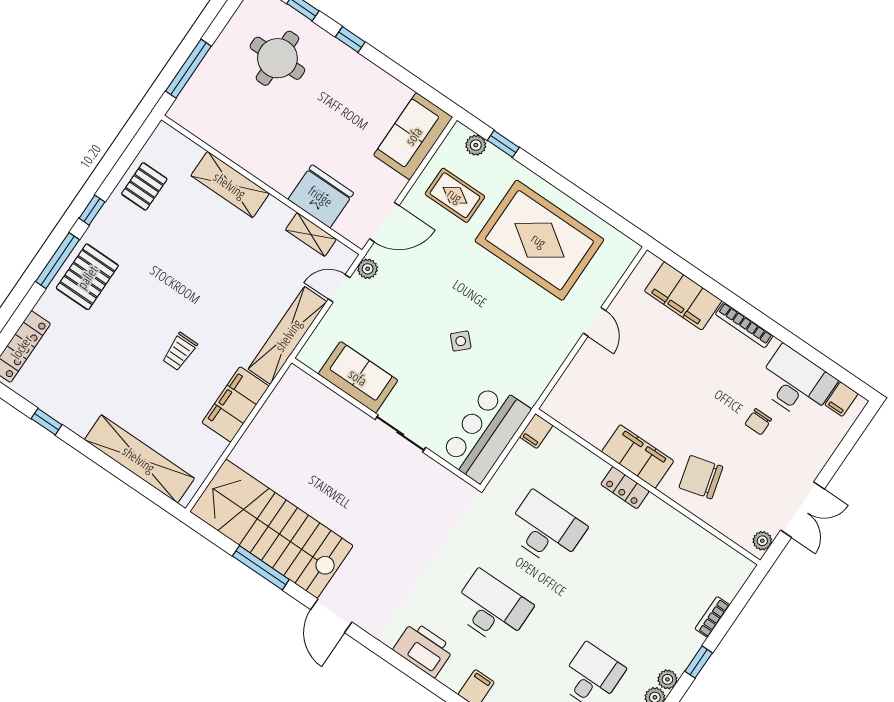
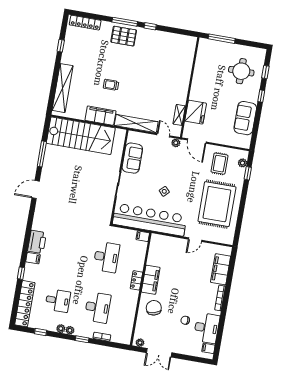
sofa: (413, 136) -> (245, 118), moved, turned -90
shelving: (230, 185) -> (184, 75), removed
pallet: (144, 186) -> (169, 42), removed
bar counter: (485, 433) -> (150, 220), width x1.86
stairs: (271, 529) -> (81, 136), moved, turned 90
desk: (492, 608) -> (98, 308), moved
printer: (424, 649) -> (37, 242), moved

